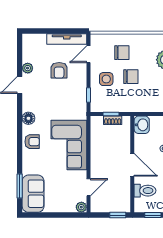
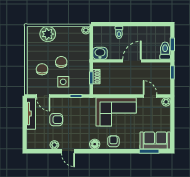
toilet: (145, 191) -> (165, 51), moved

